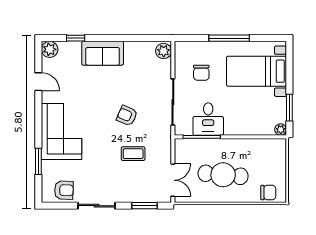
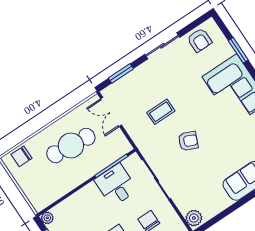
armchair: (64, 190) -> (200, 40), turned -92

